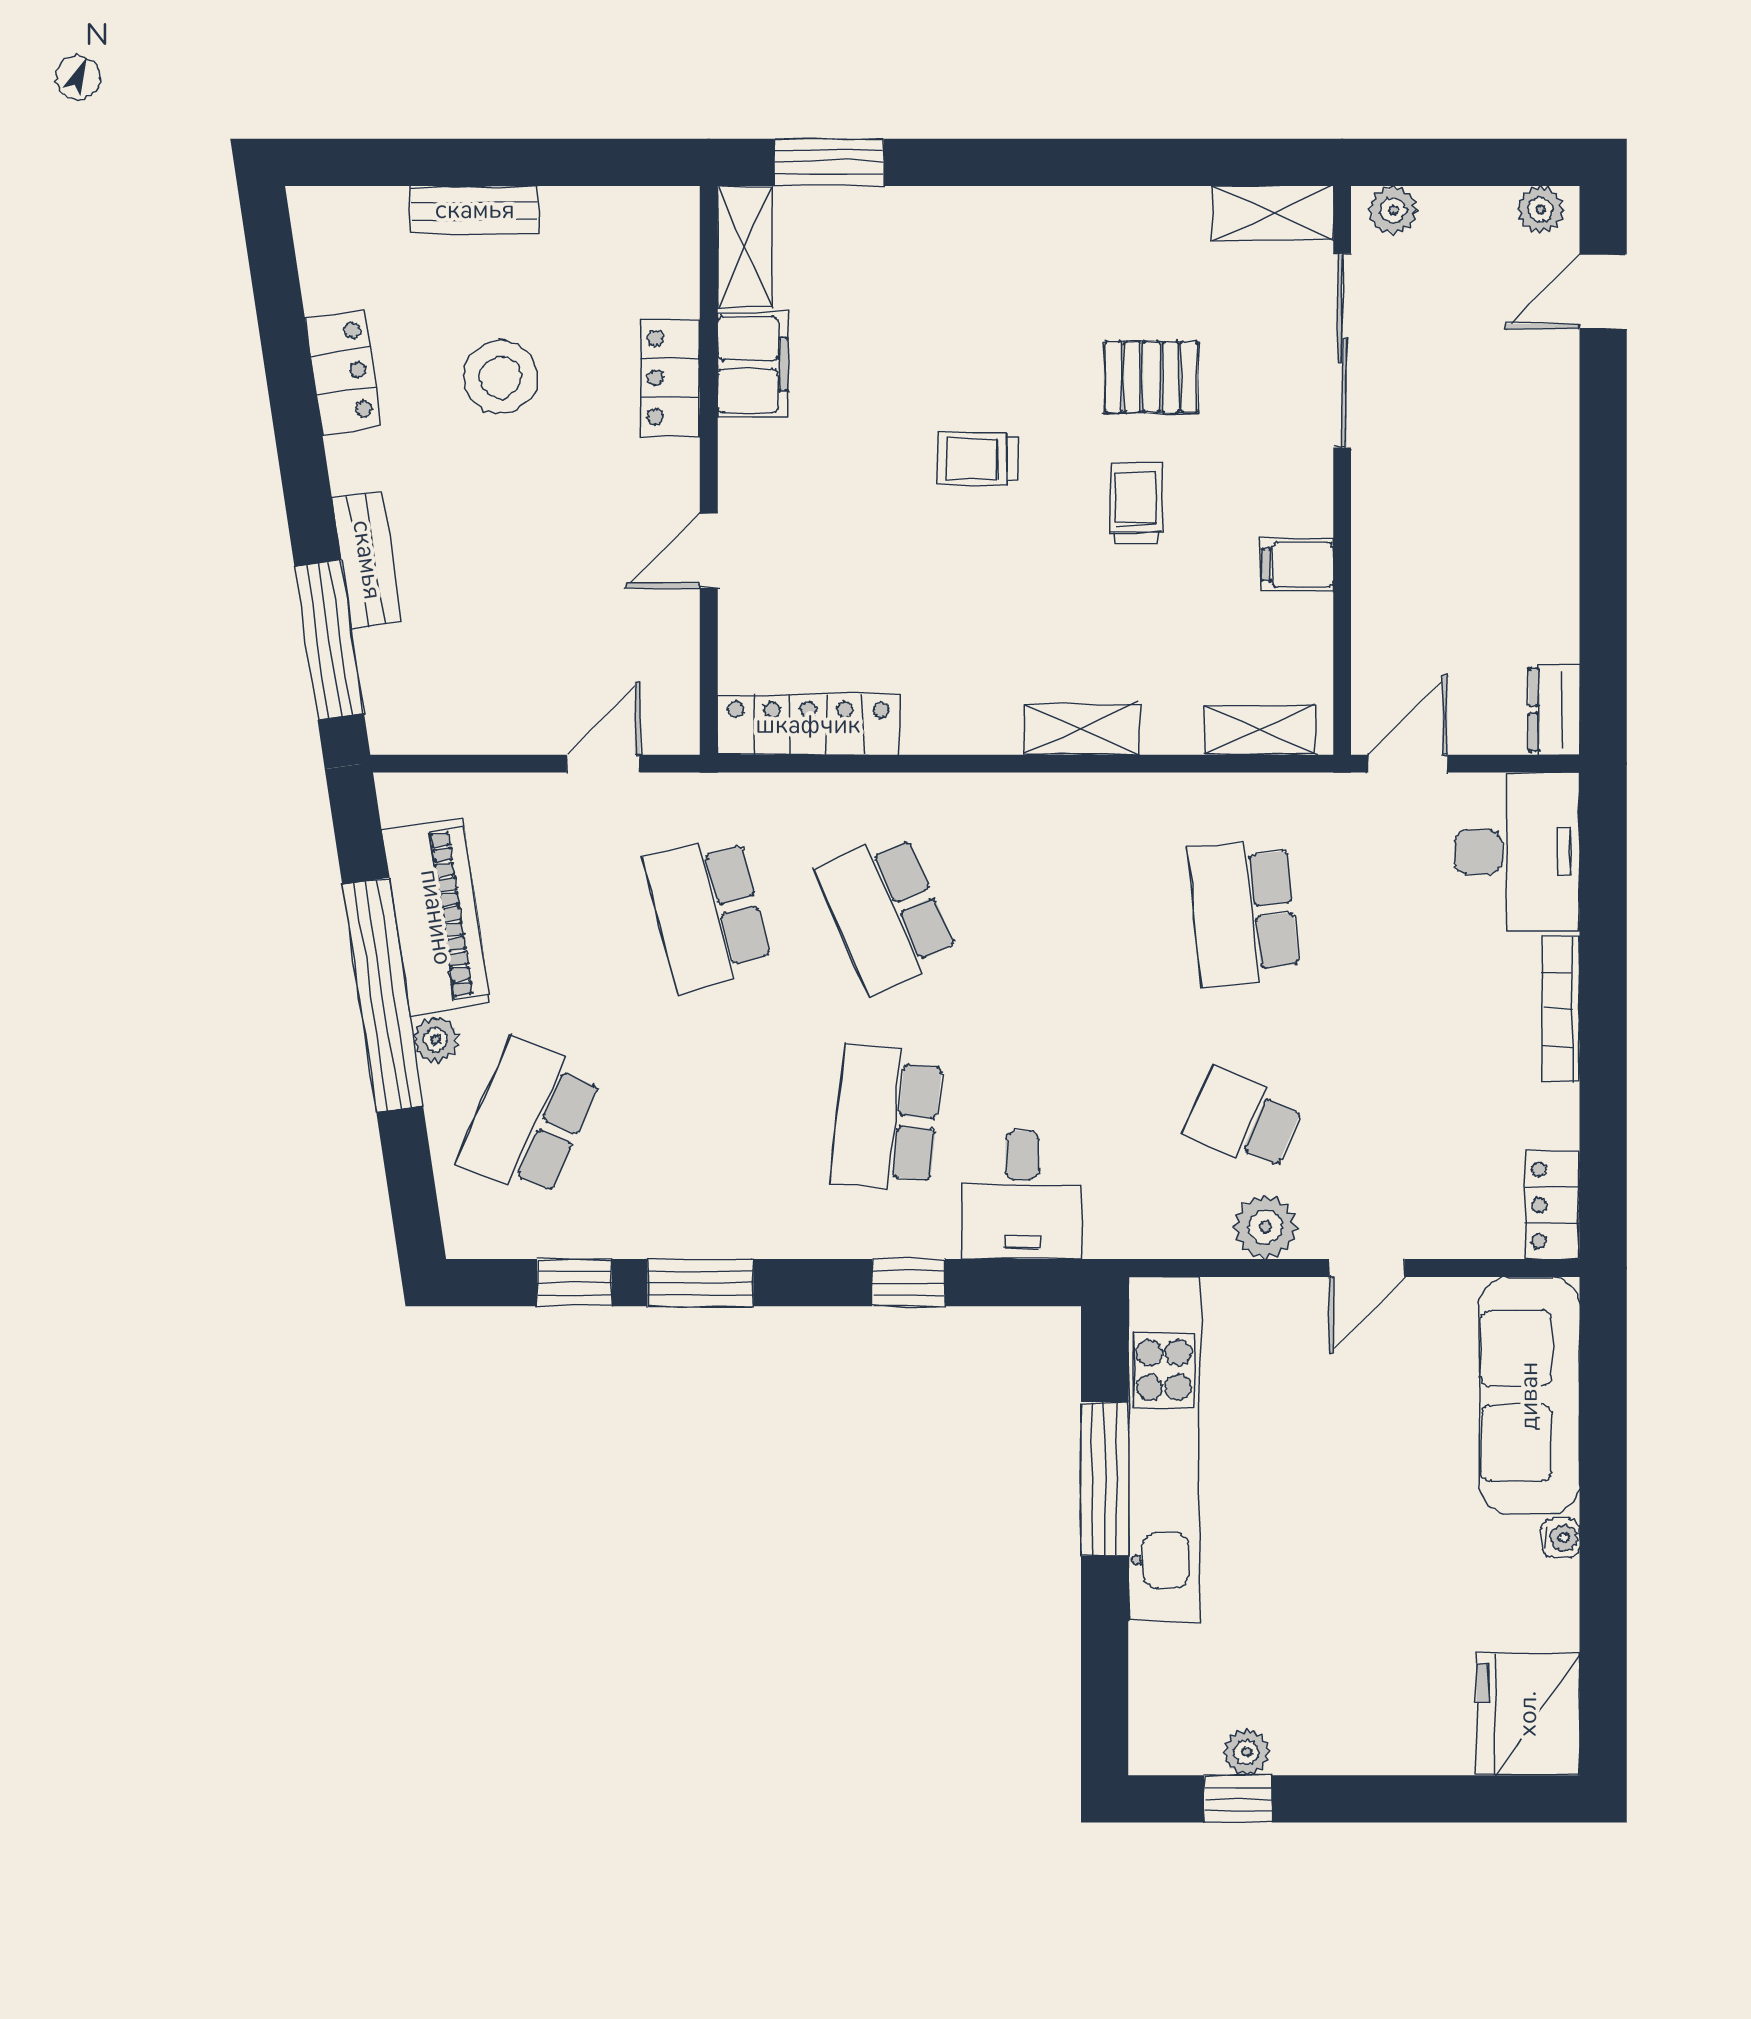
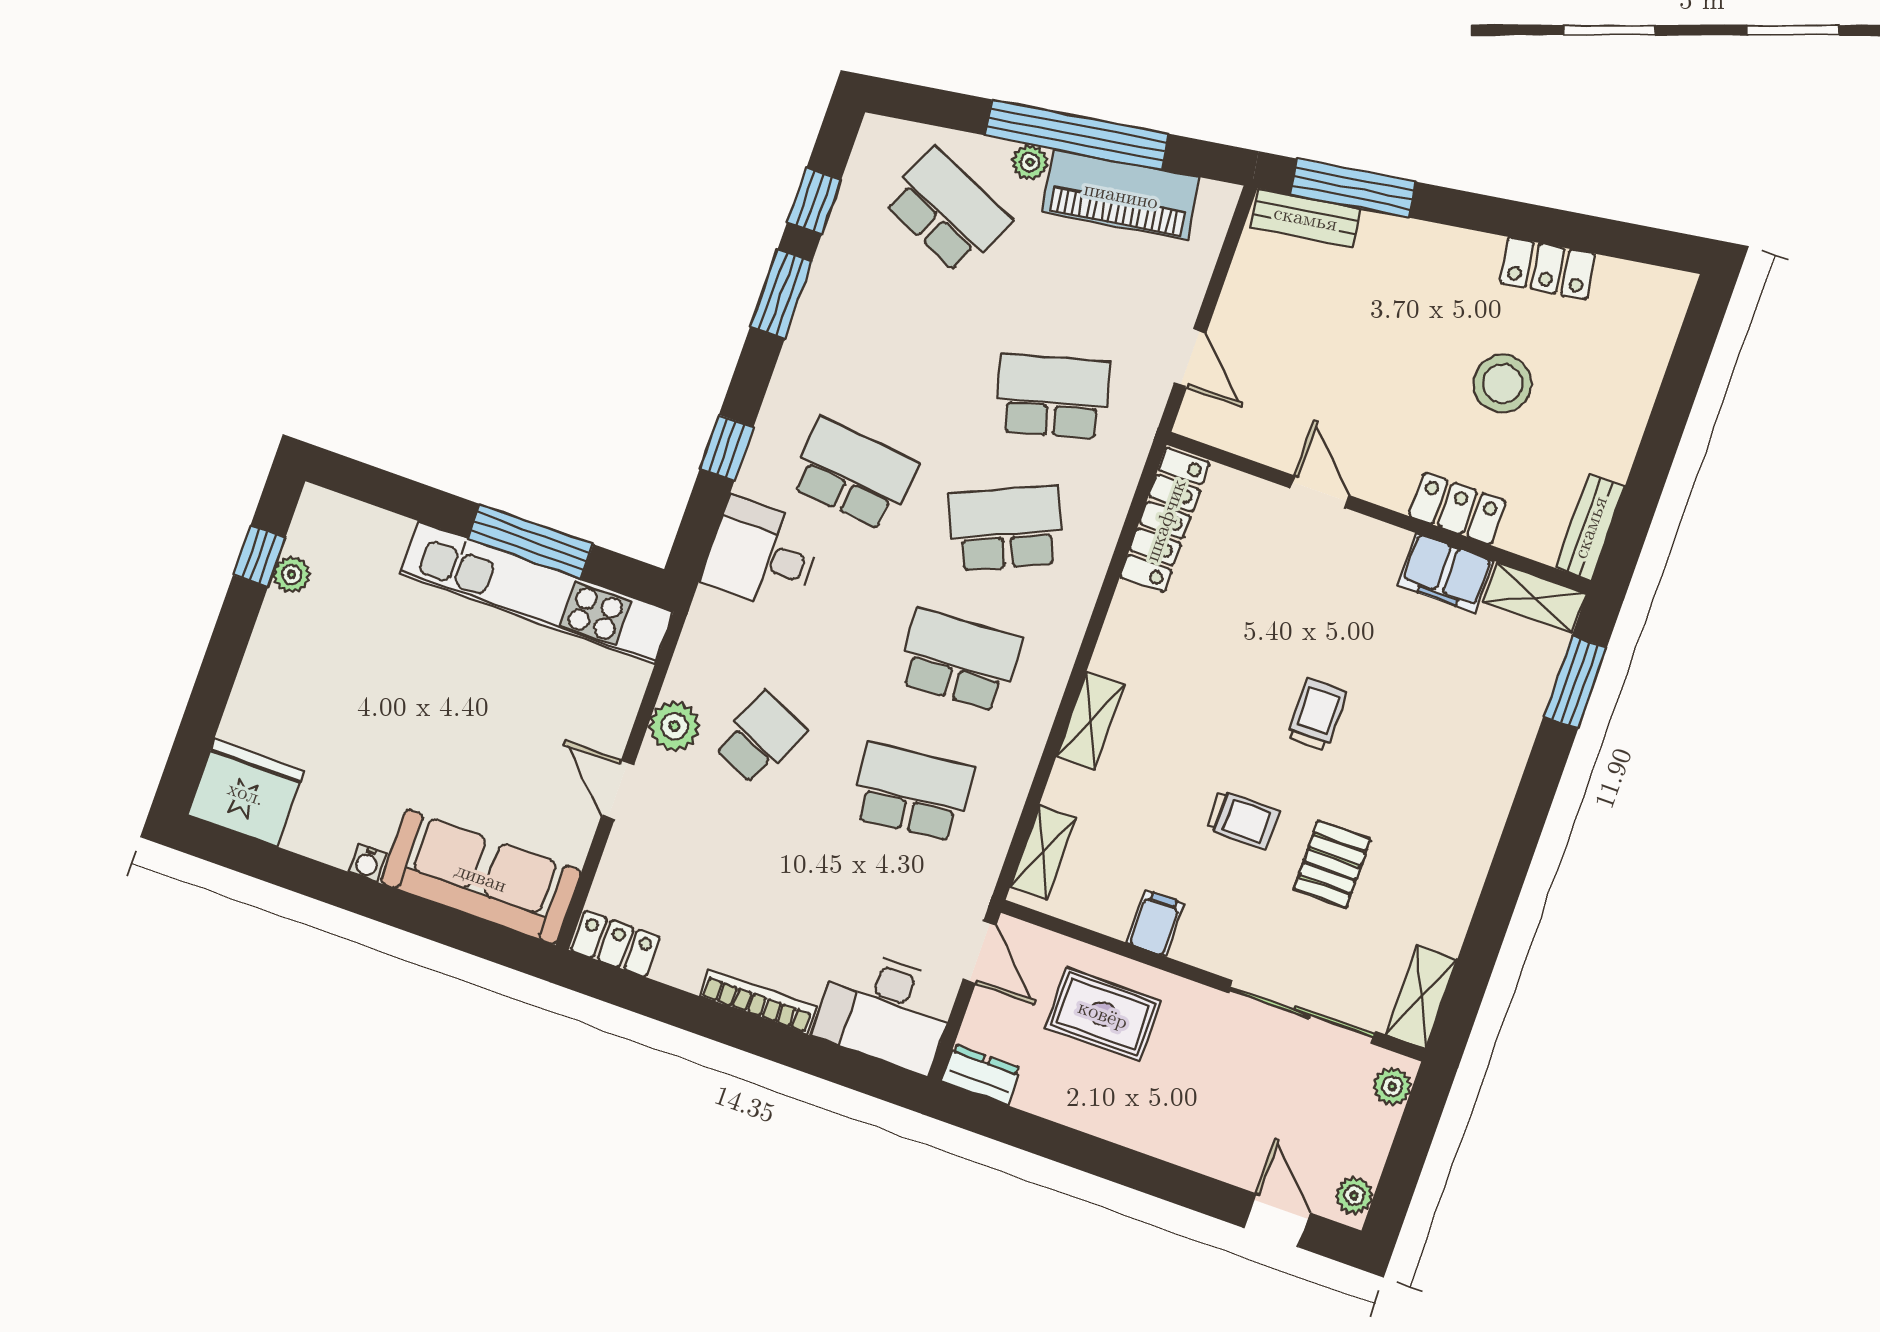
bench: (475, 210) -> (1590, 527), moved
bench: (367, 560) -> (1306, 218), moved
rug: (1429, 589) -> (1103, 1014), added
school desk: (1065, 913) -> (959, 660), added

